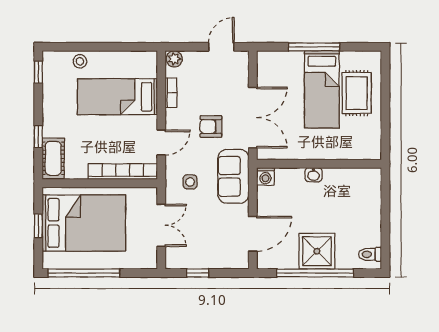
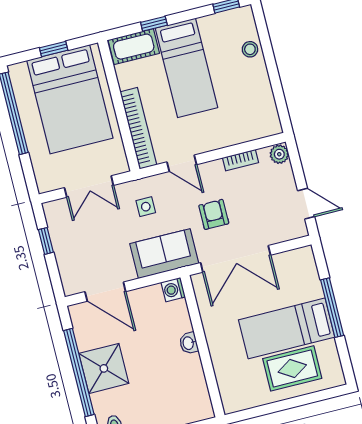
bed: (117, 97) -> (186, 68), moved, turned 180

